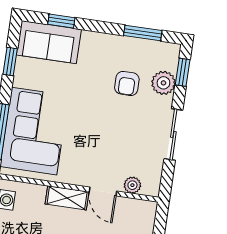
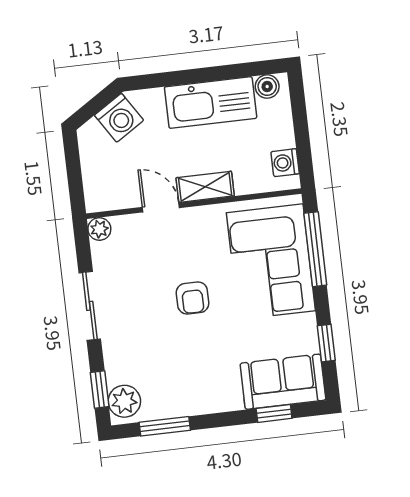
armchair: (127, 83) -> (193, 298), moved, turned 180
plant: (163, 83) -> (124, 401), moved
plant: (132, 185) -> (99, 229), moved

